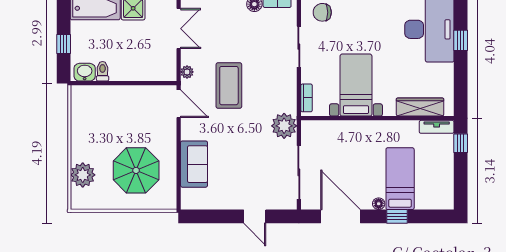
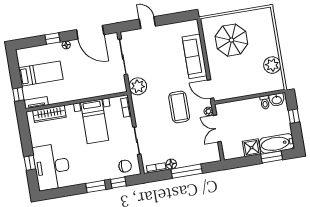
double door: (179, 29) -> (217, 129), moved
sofa: (194, 164) -> (195, 56), width x1.36
plant: (83, 175) -> (272, 65), moved
bed: (400, 179) -> (41, 74), moved, turned -90

